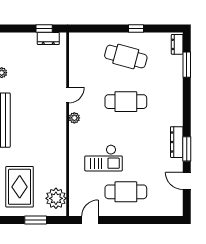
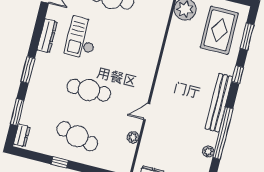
plant: (74, 118) -> (133, 137), moved
window: (187, 149) -> (28, 70), moved
checkout: (104, 158) -> (82, 38), moved, turned -90

